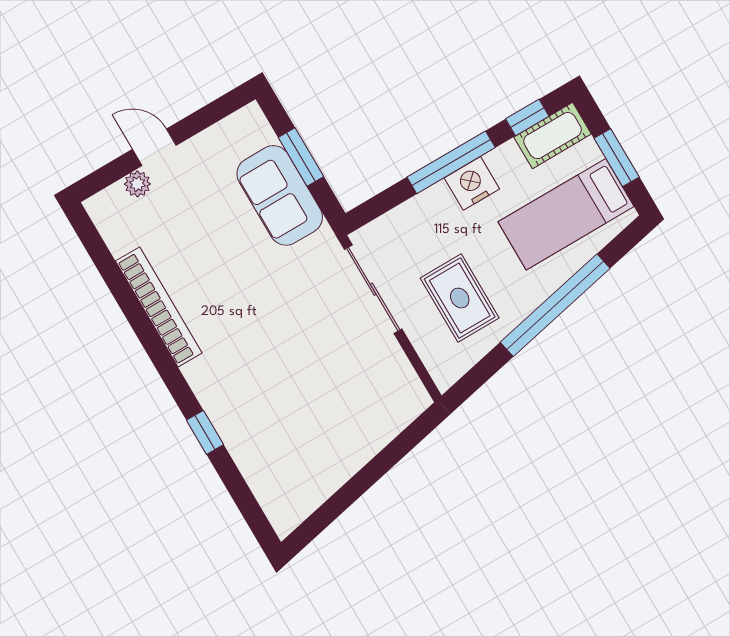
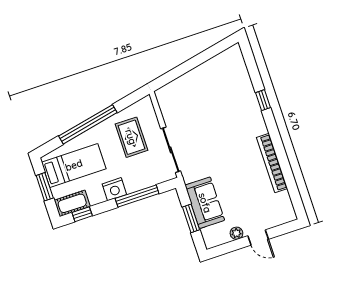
window: (451, 162) -> (137, 196), moved
plant: (137, 184) -> (236, 233), moved

